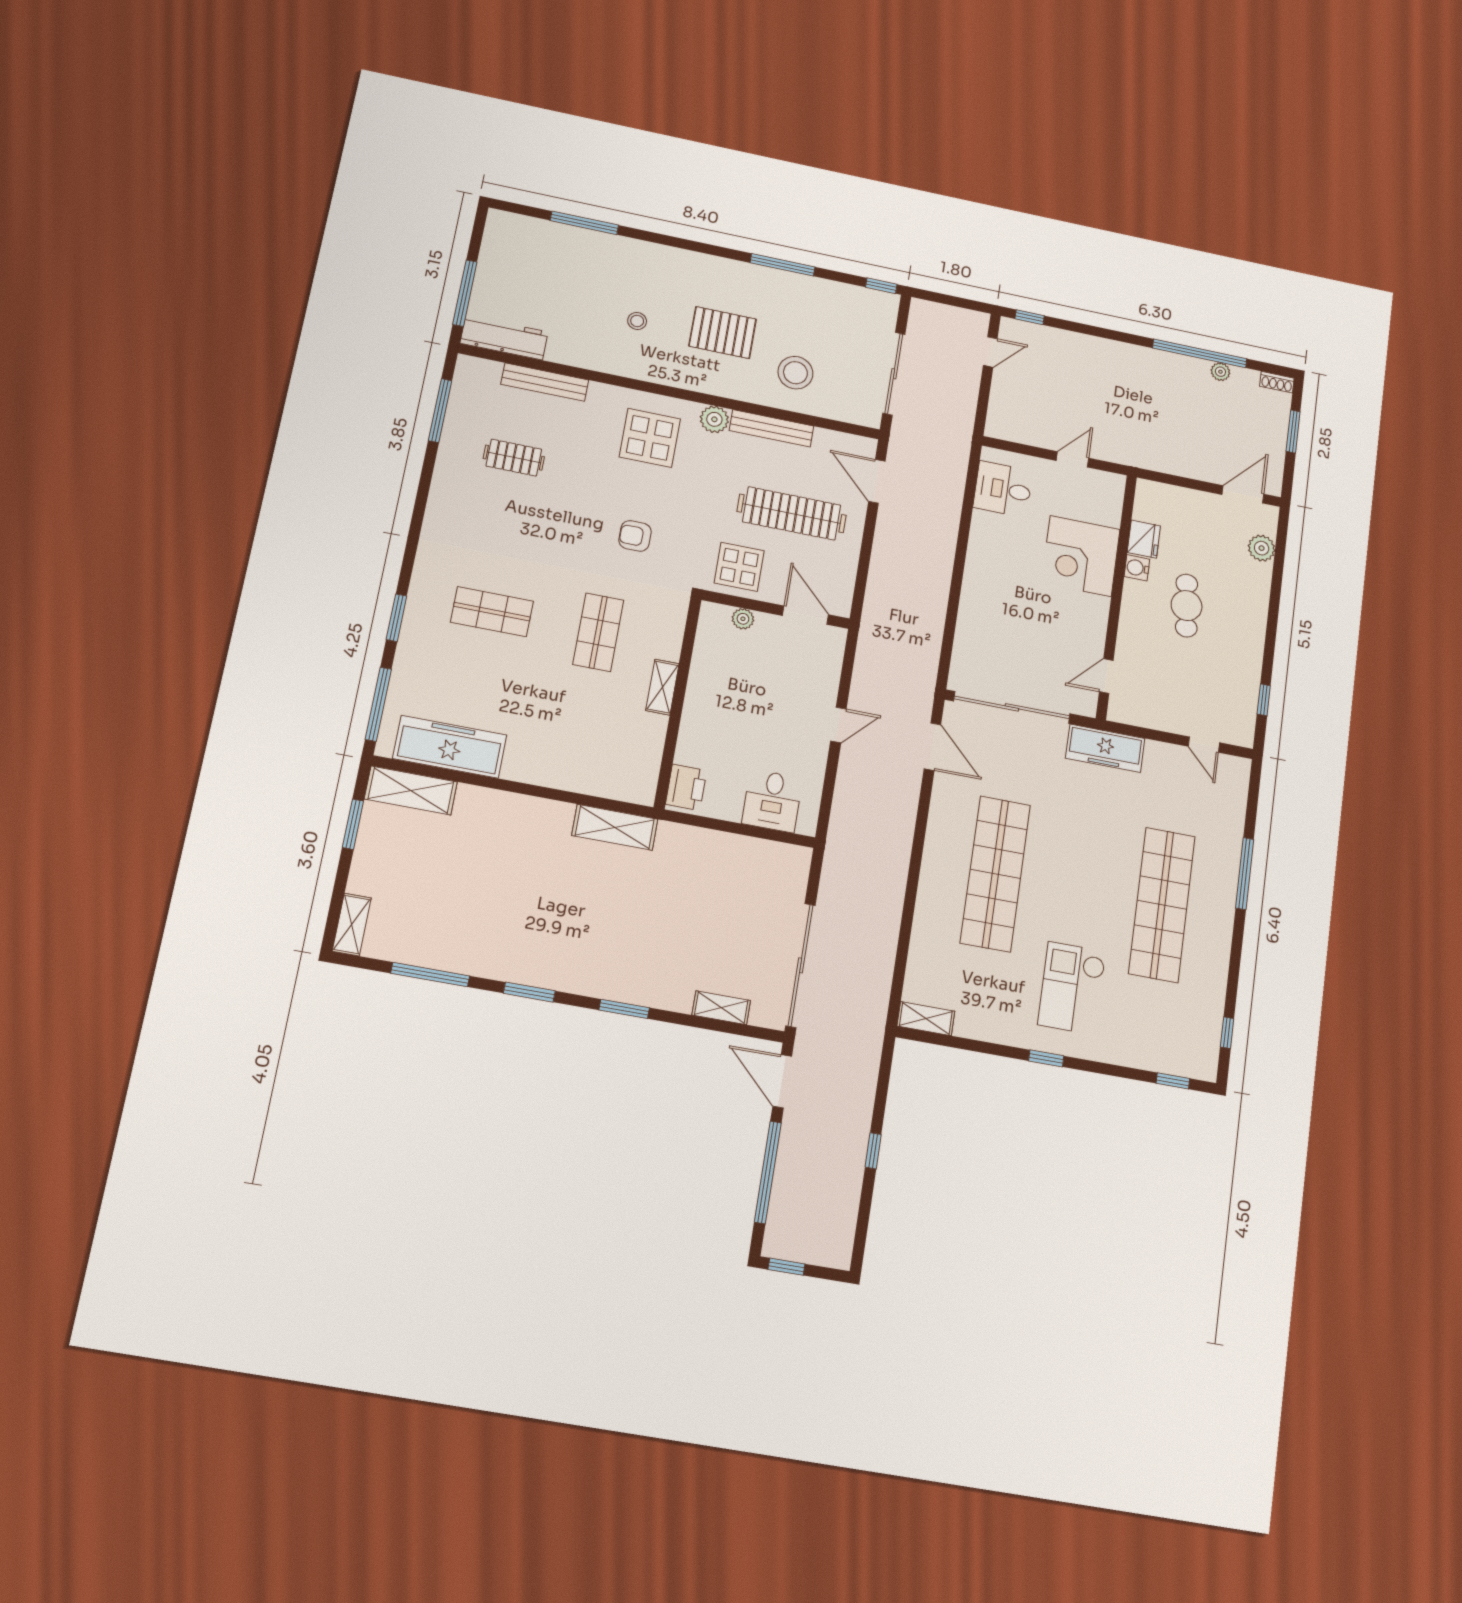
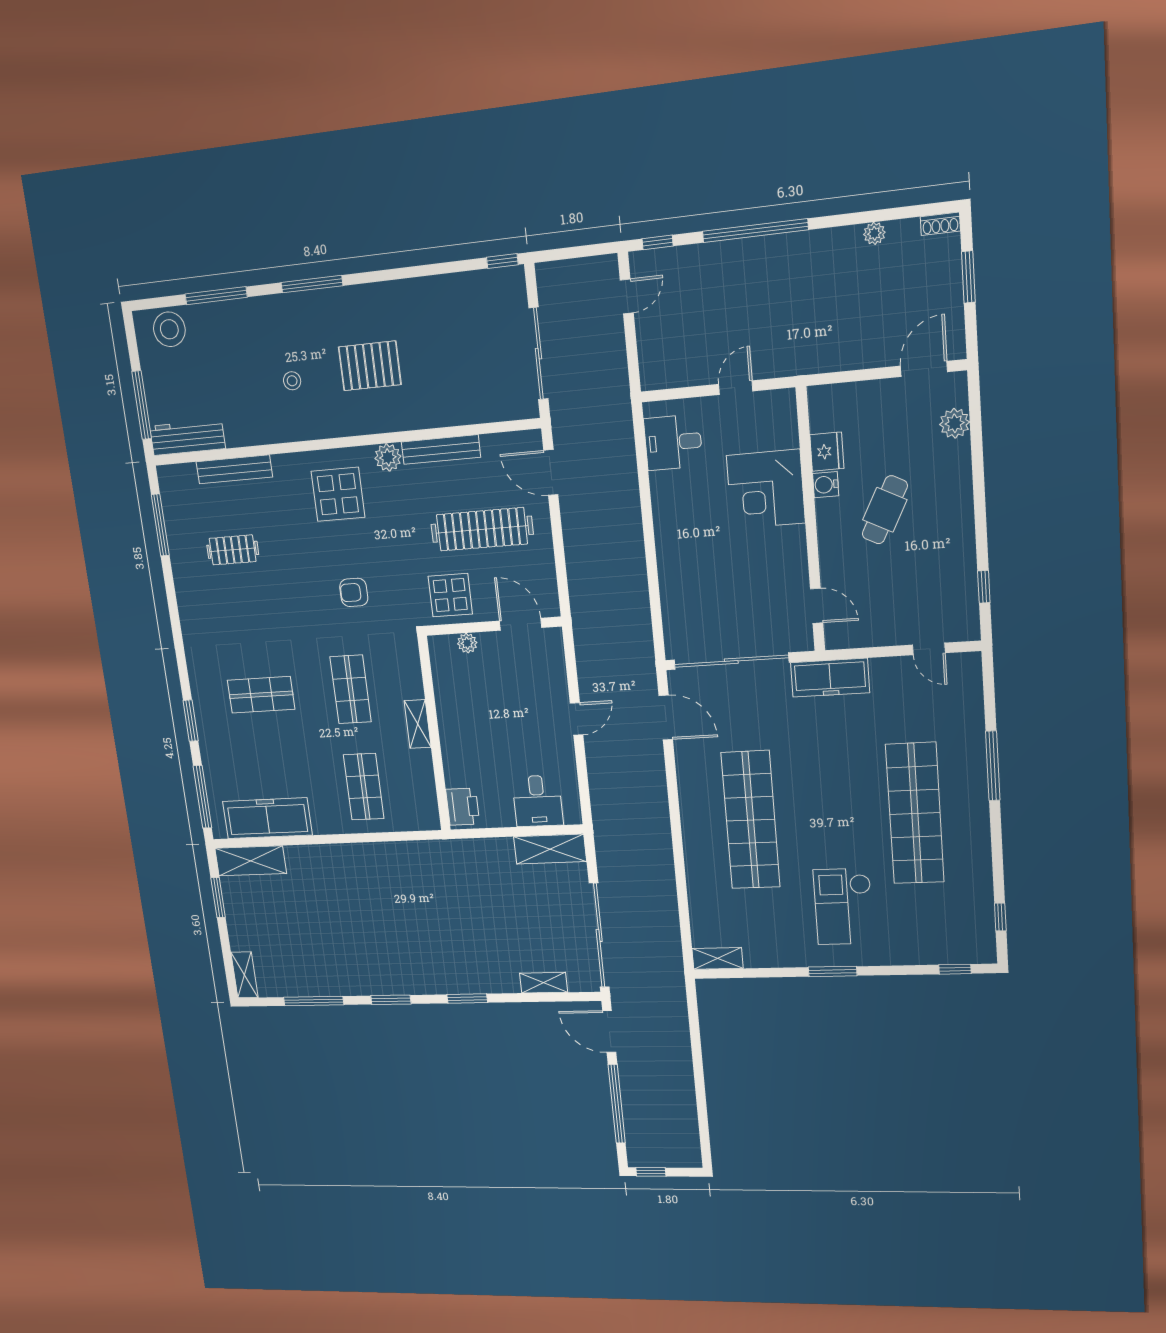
window: (783, 265) -> (312, 284), moved
window: (1200, 353) -> (755, 231), moved
stool: (795, 373) -> (169, 329), moved
cafe table: (1187, 606) -> (885, 510), turned 33
door: (1106, 676) -> (817, 606), swing flipped
shop shelf: (578, 739) -> (364, 787), added
shelving: (615, 827) -> (550, 849), moved
window: (1046, 1058) -> (833, 971), width x1.50
window: (873, 1151) -> (699, 1073), removed

